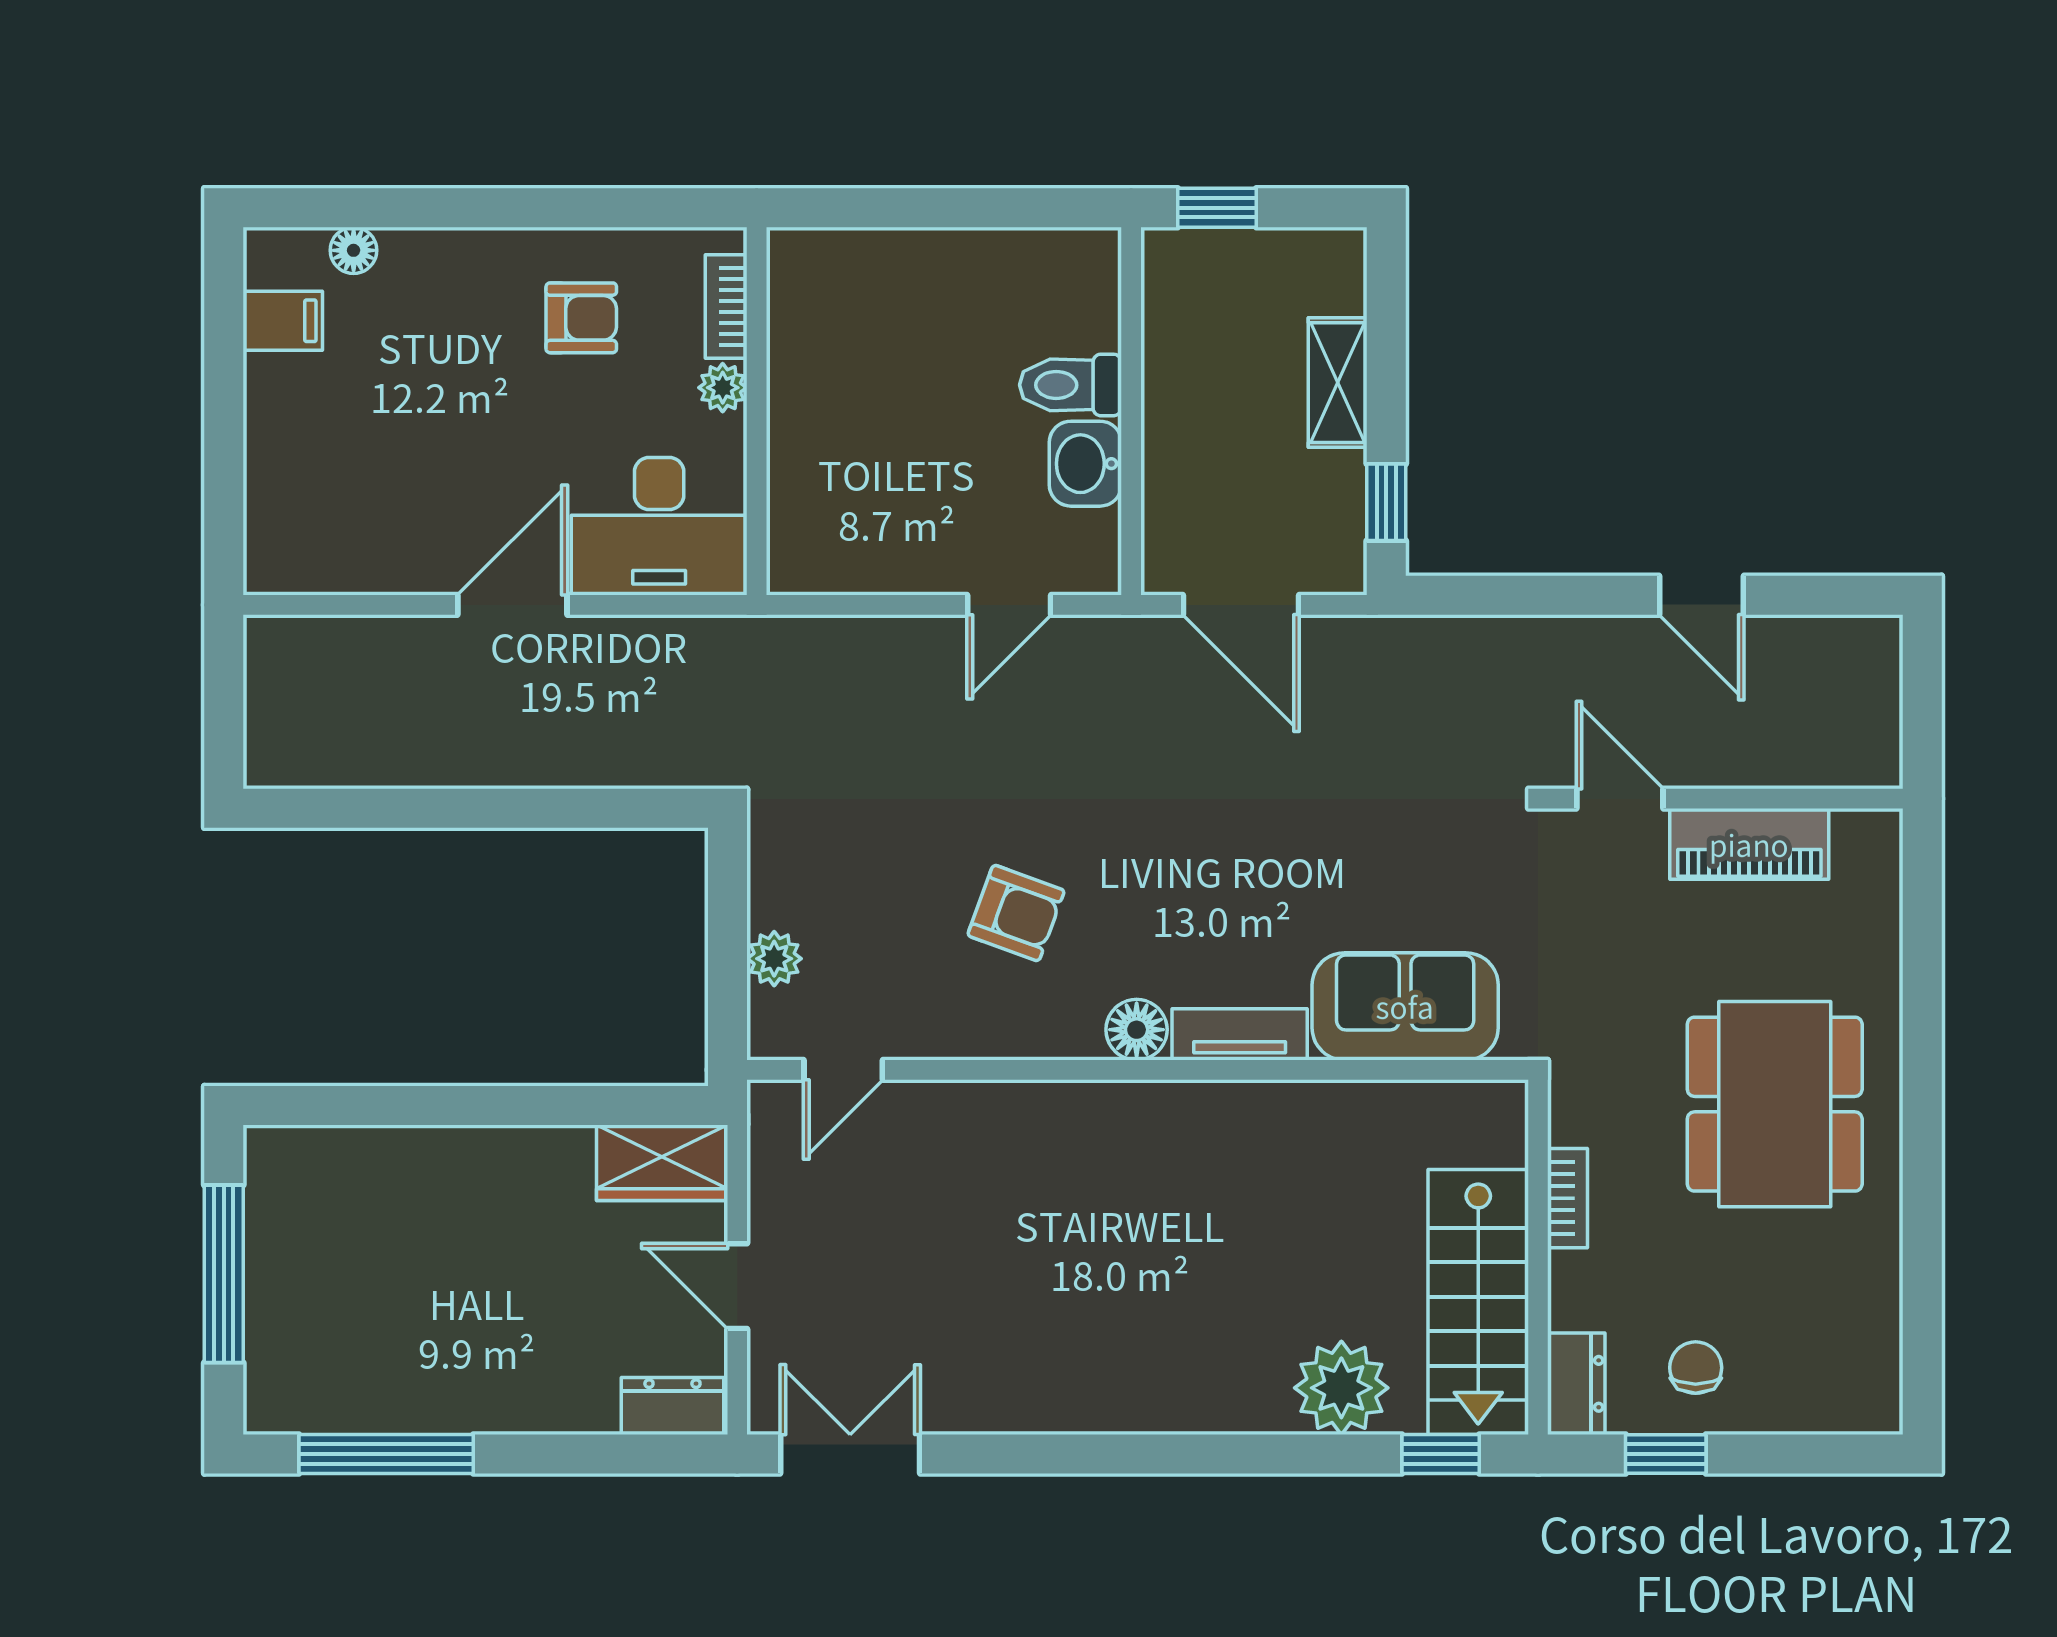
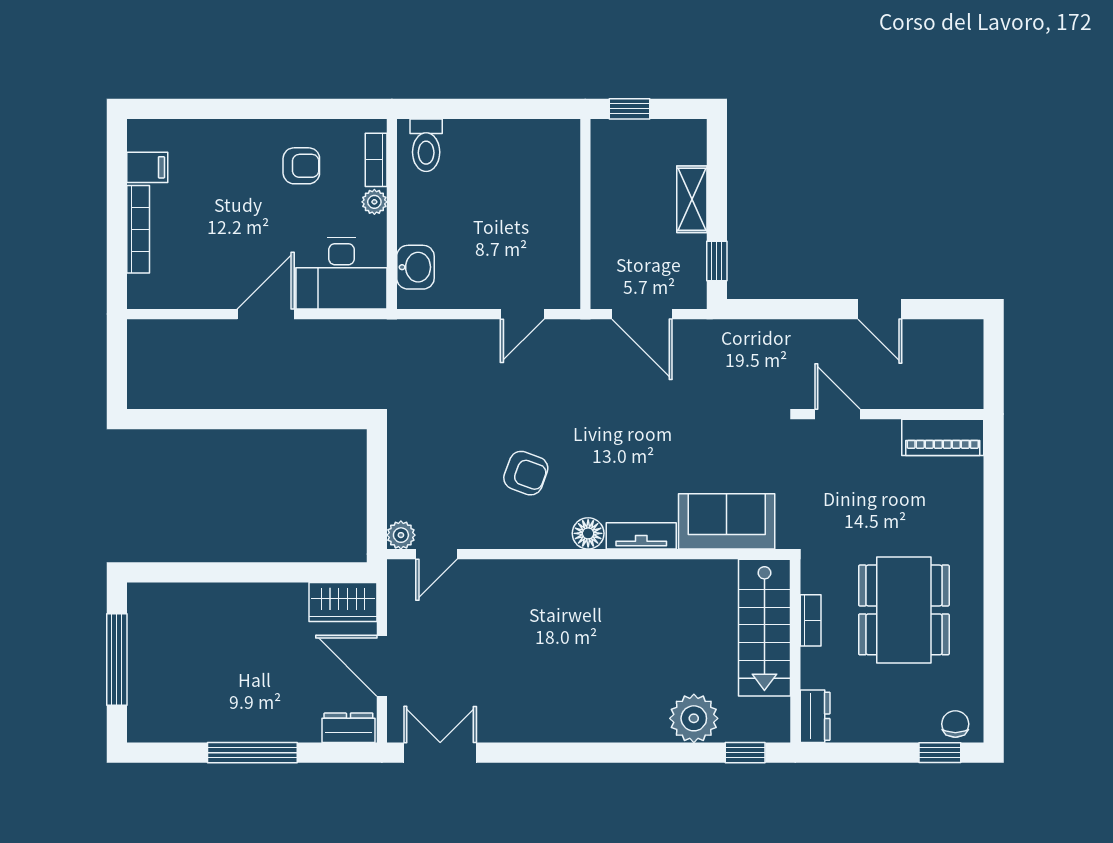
floor lamp: (354, 250) -> (184, 131), removed
toilet: (1071, 385) -> (426, 145), moved, turned -90
bookcase: (265, 441) -> (138, 229), added
washbasin: (1085, 464) -> (415, 267), moved, turned 180
piano: (1749, 844) -> (943, 437), moved
plant: (774, 959) -> (401, 535), moved
dining table: (1775, 1104) -> (904, 610), moved
door: (737, 1286) -> (382, 666), width x1.38
stairs: (1478, 1302) -> (764, 628), moved
chair: (1696, 1368) -> (955, 724), moved
window: (386, 1454) -> (252, 753), moved
window: (1666, 1454) -> (940, 753), moved

